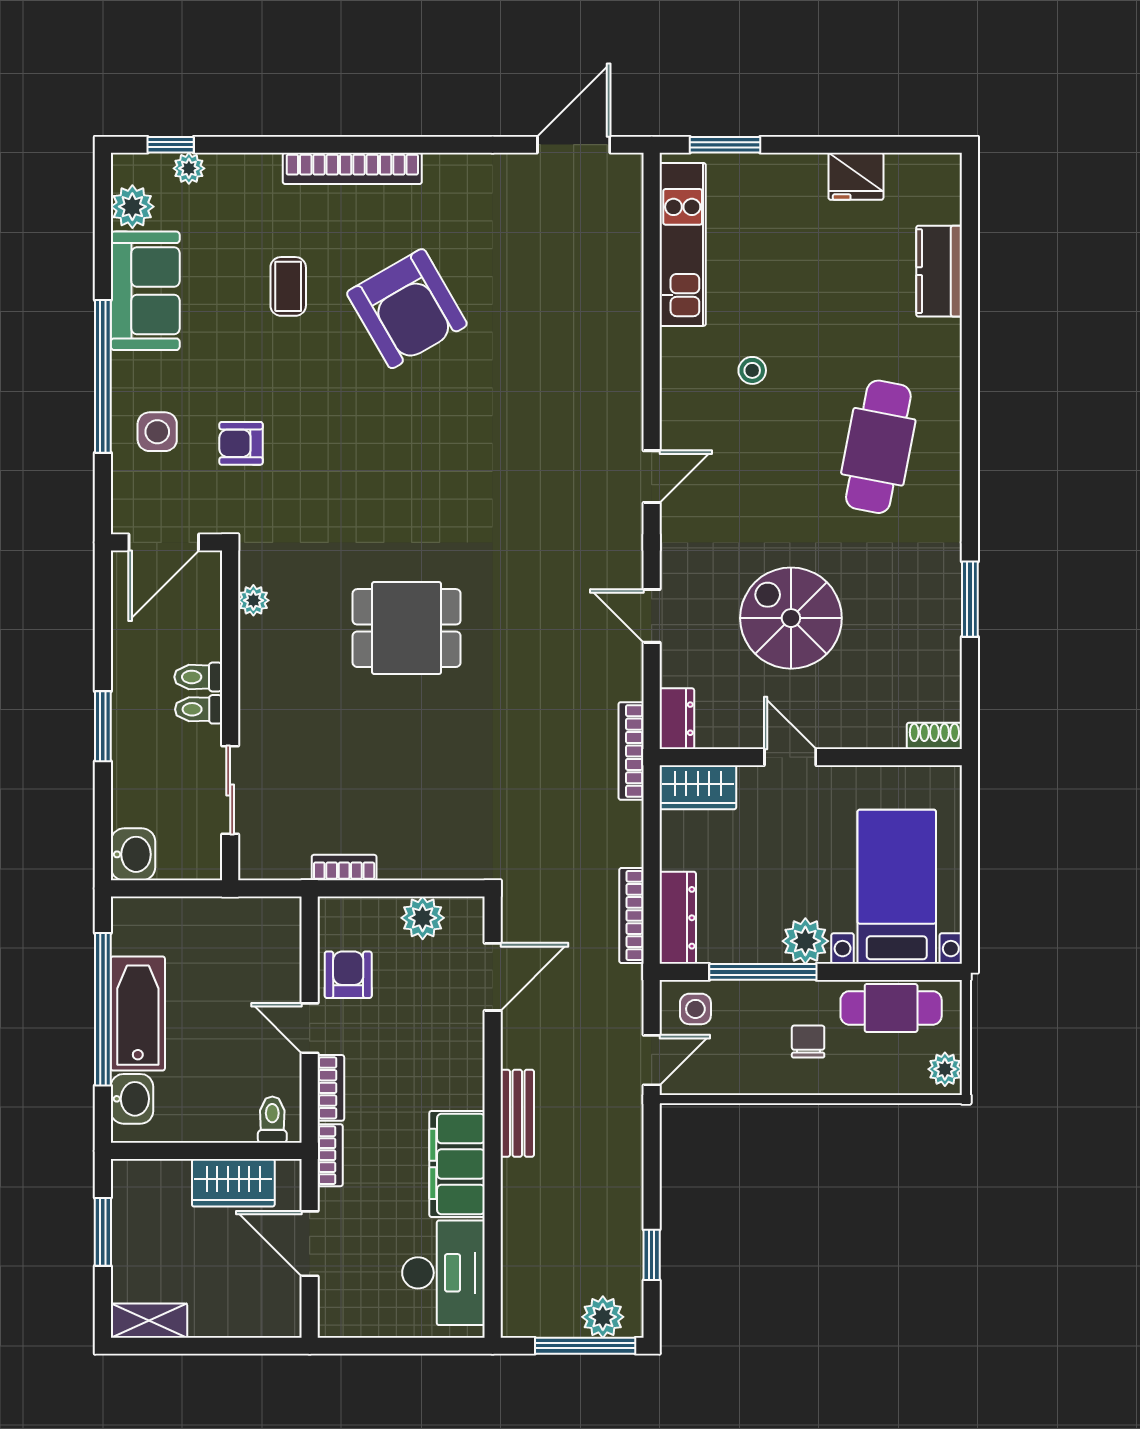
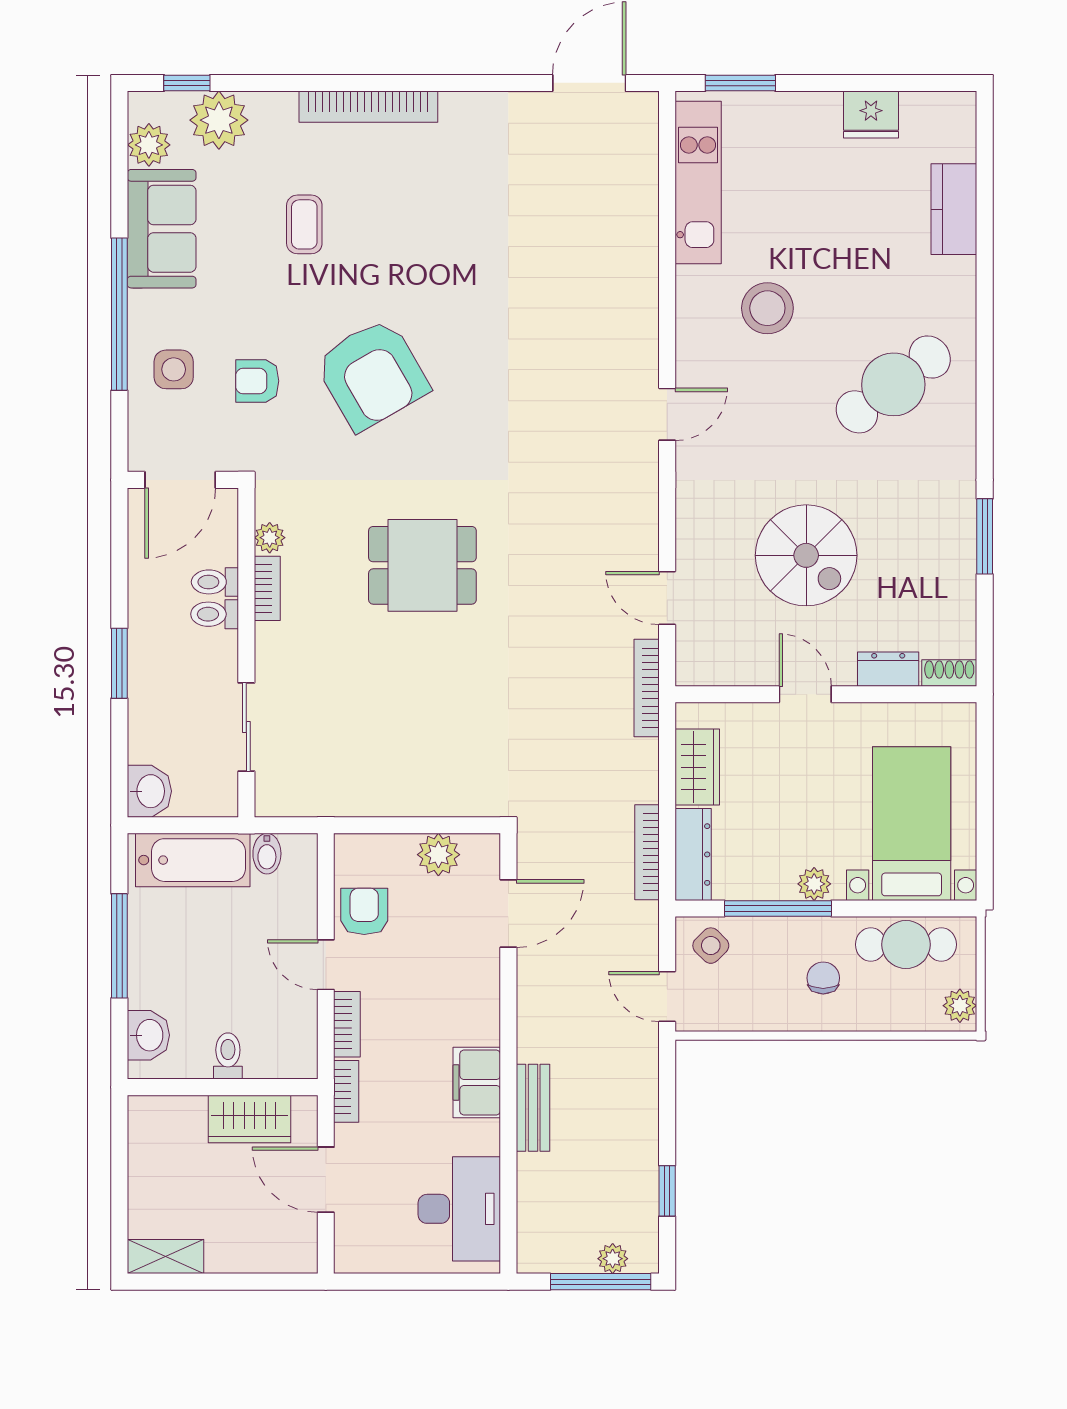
plant: (189, 168) -> (219, 120), width x1.87, depth x1.87
armchair: (407, 309) -> (372, 374), moved
stool: (752, 370) -> (767, 308), width x1.89, depth x1.89
cafe table: (878, 447) -> (893, 384), turned 42
door: (652, 616) -> (667, 598), moved
spiral stairs: (791, 618) -> (806, 555), turned 180
toilet: (199, 709) -> (215, 582), moved
dresser: (677, 719) -> (888, 669), moved, turned -90
wardrobe: (698, 787) -> (697, 767), moved, turned -90
bookcase: (344, 868) -> (267, 588), moved, turned 90
bidet: (251, 917) -> (267, 854), added
plant: (805, 941) -> (814, 884), width x0.73, depth x0.73
window: (103, 1009) -> (119, 946), width x0.68
side table: (695, 1009) -> (711, 946), turned 45
bathtub: (138, 1014) -> (193, 860), moved, turned 90
door: (652, 1060) -> (667, 997), swing flipped
bench: (517, 1113) -> (533, 1108), moved
toilet: (272, 1120) -> (228, 1056), moved
filing cabinet: (457, 1164) -> (477, 1083), width x0.67, depth x0.86
window: (103, 1232) -> (119, 1168), removed
plant: (603, 1317) -> (613, 1259), width x0.73, depth x0.73

